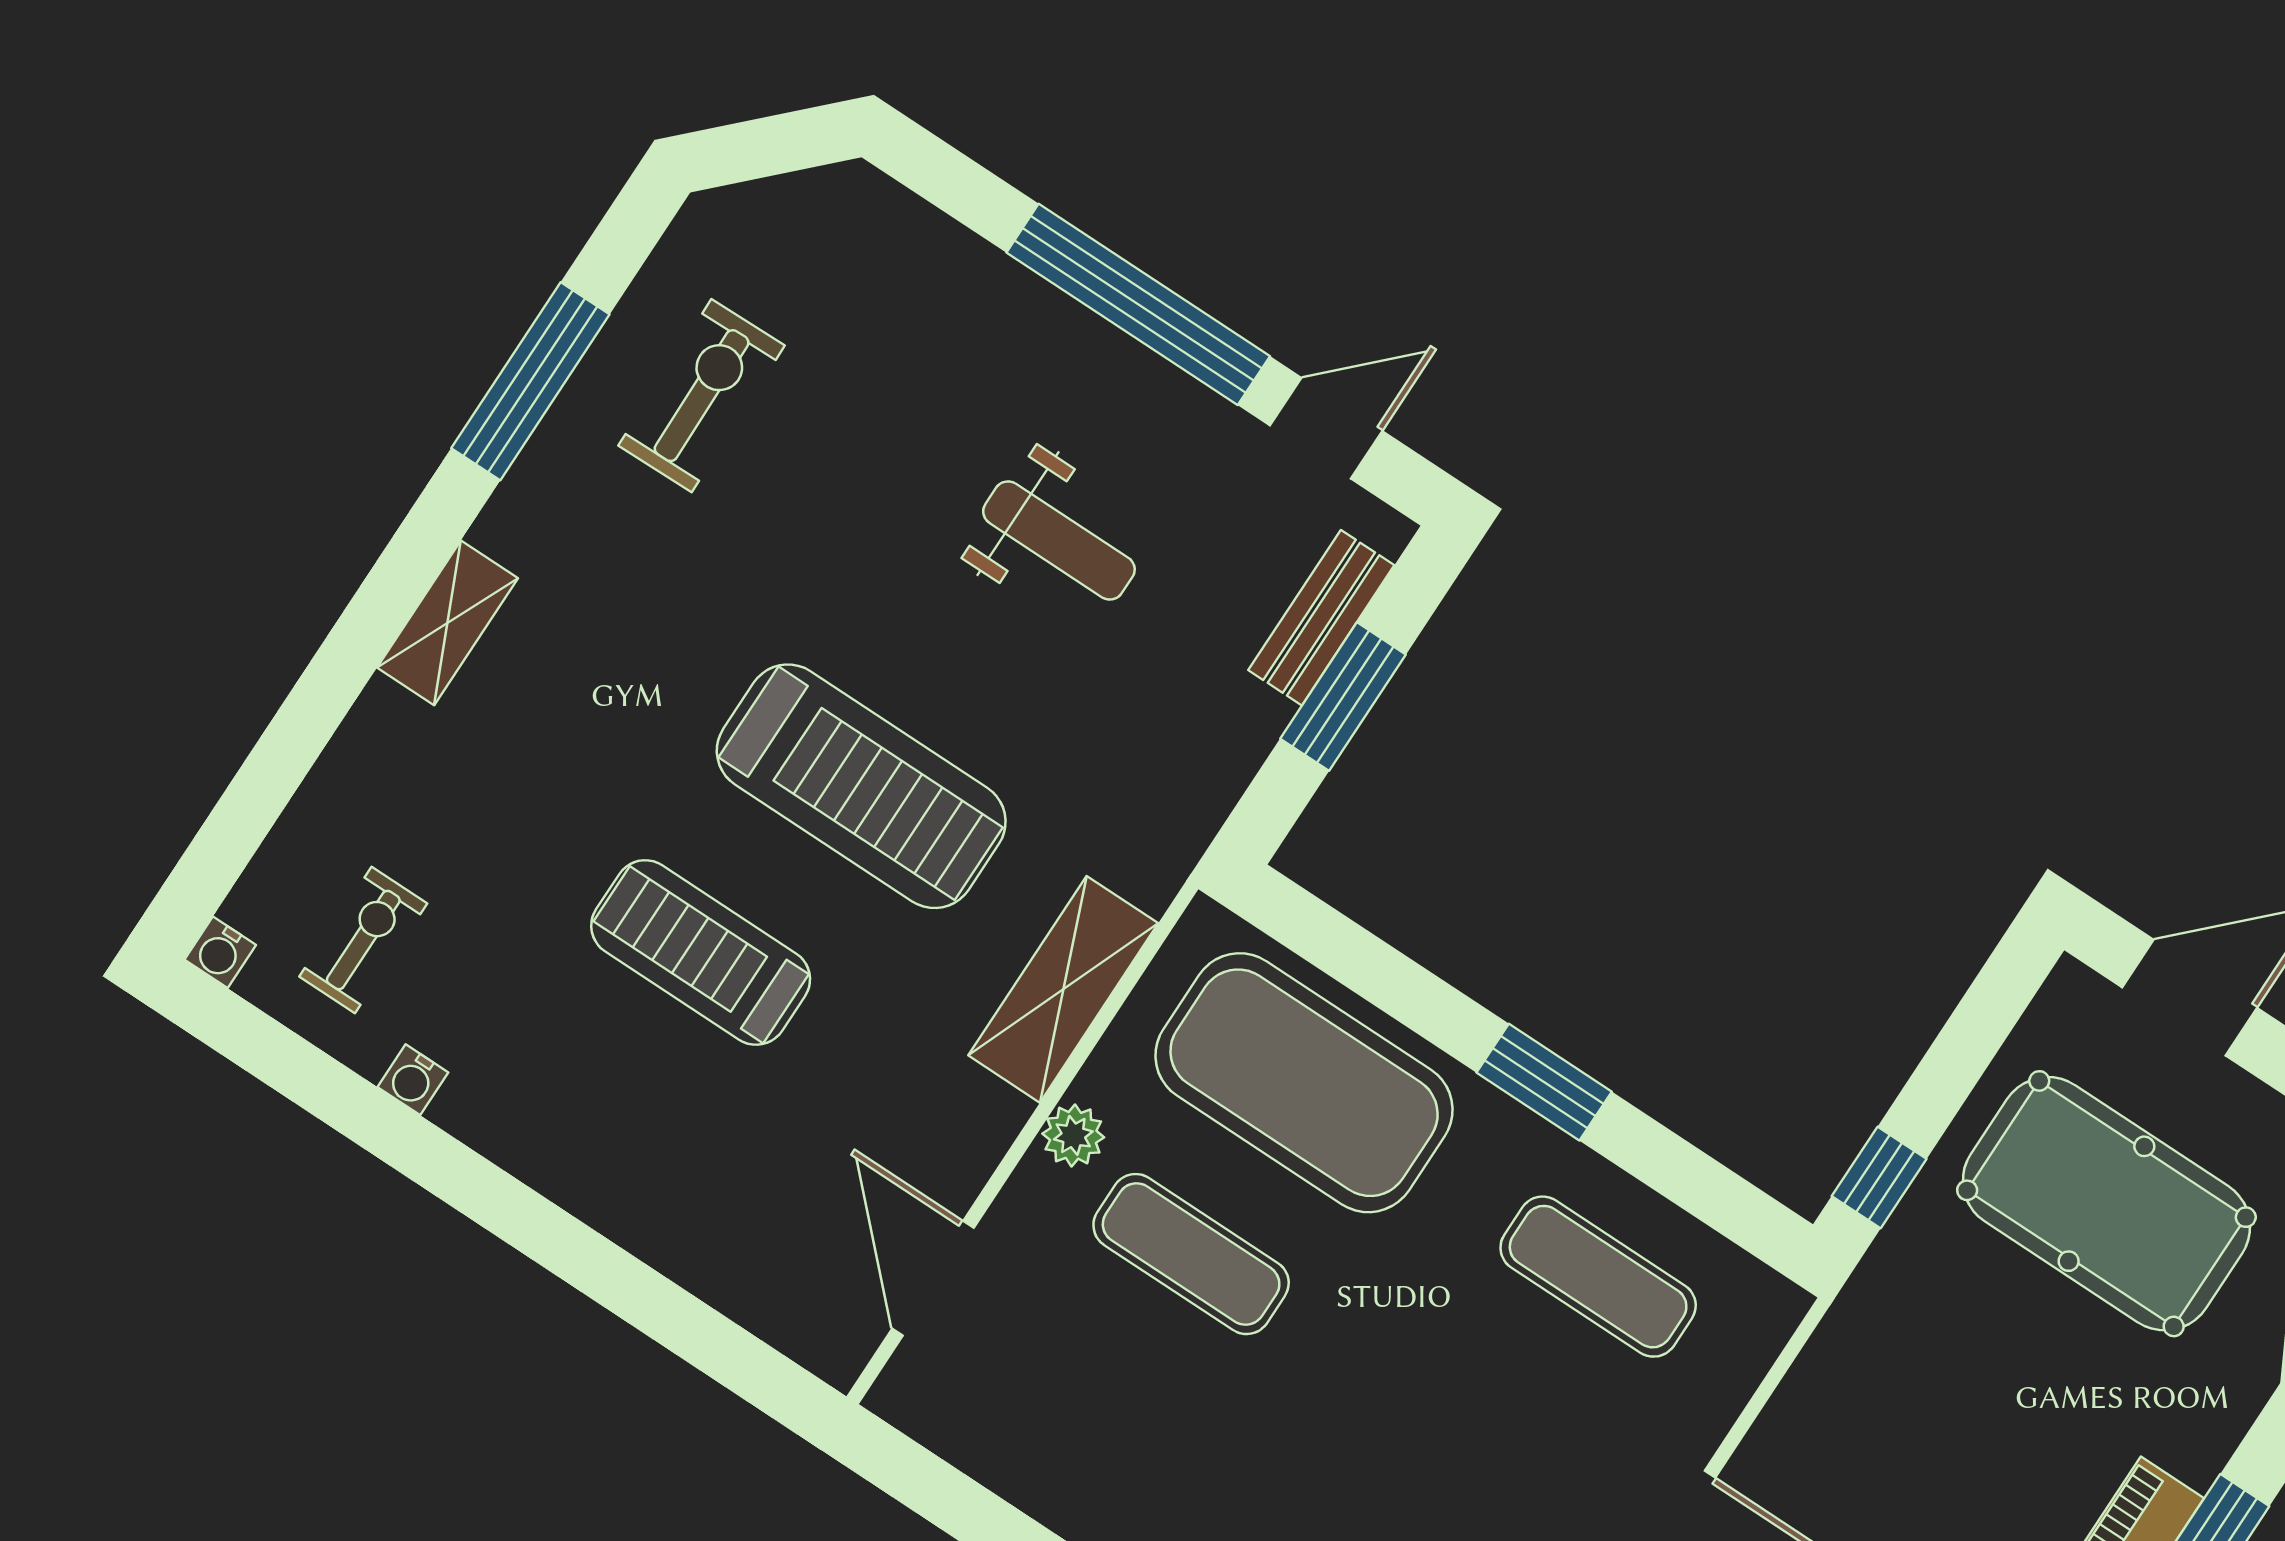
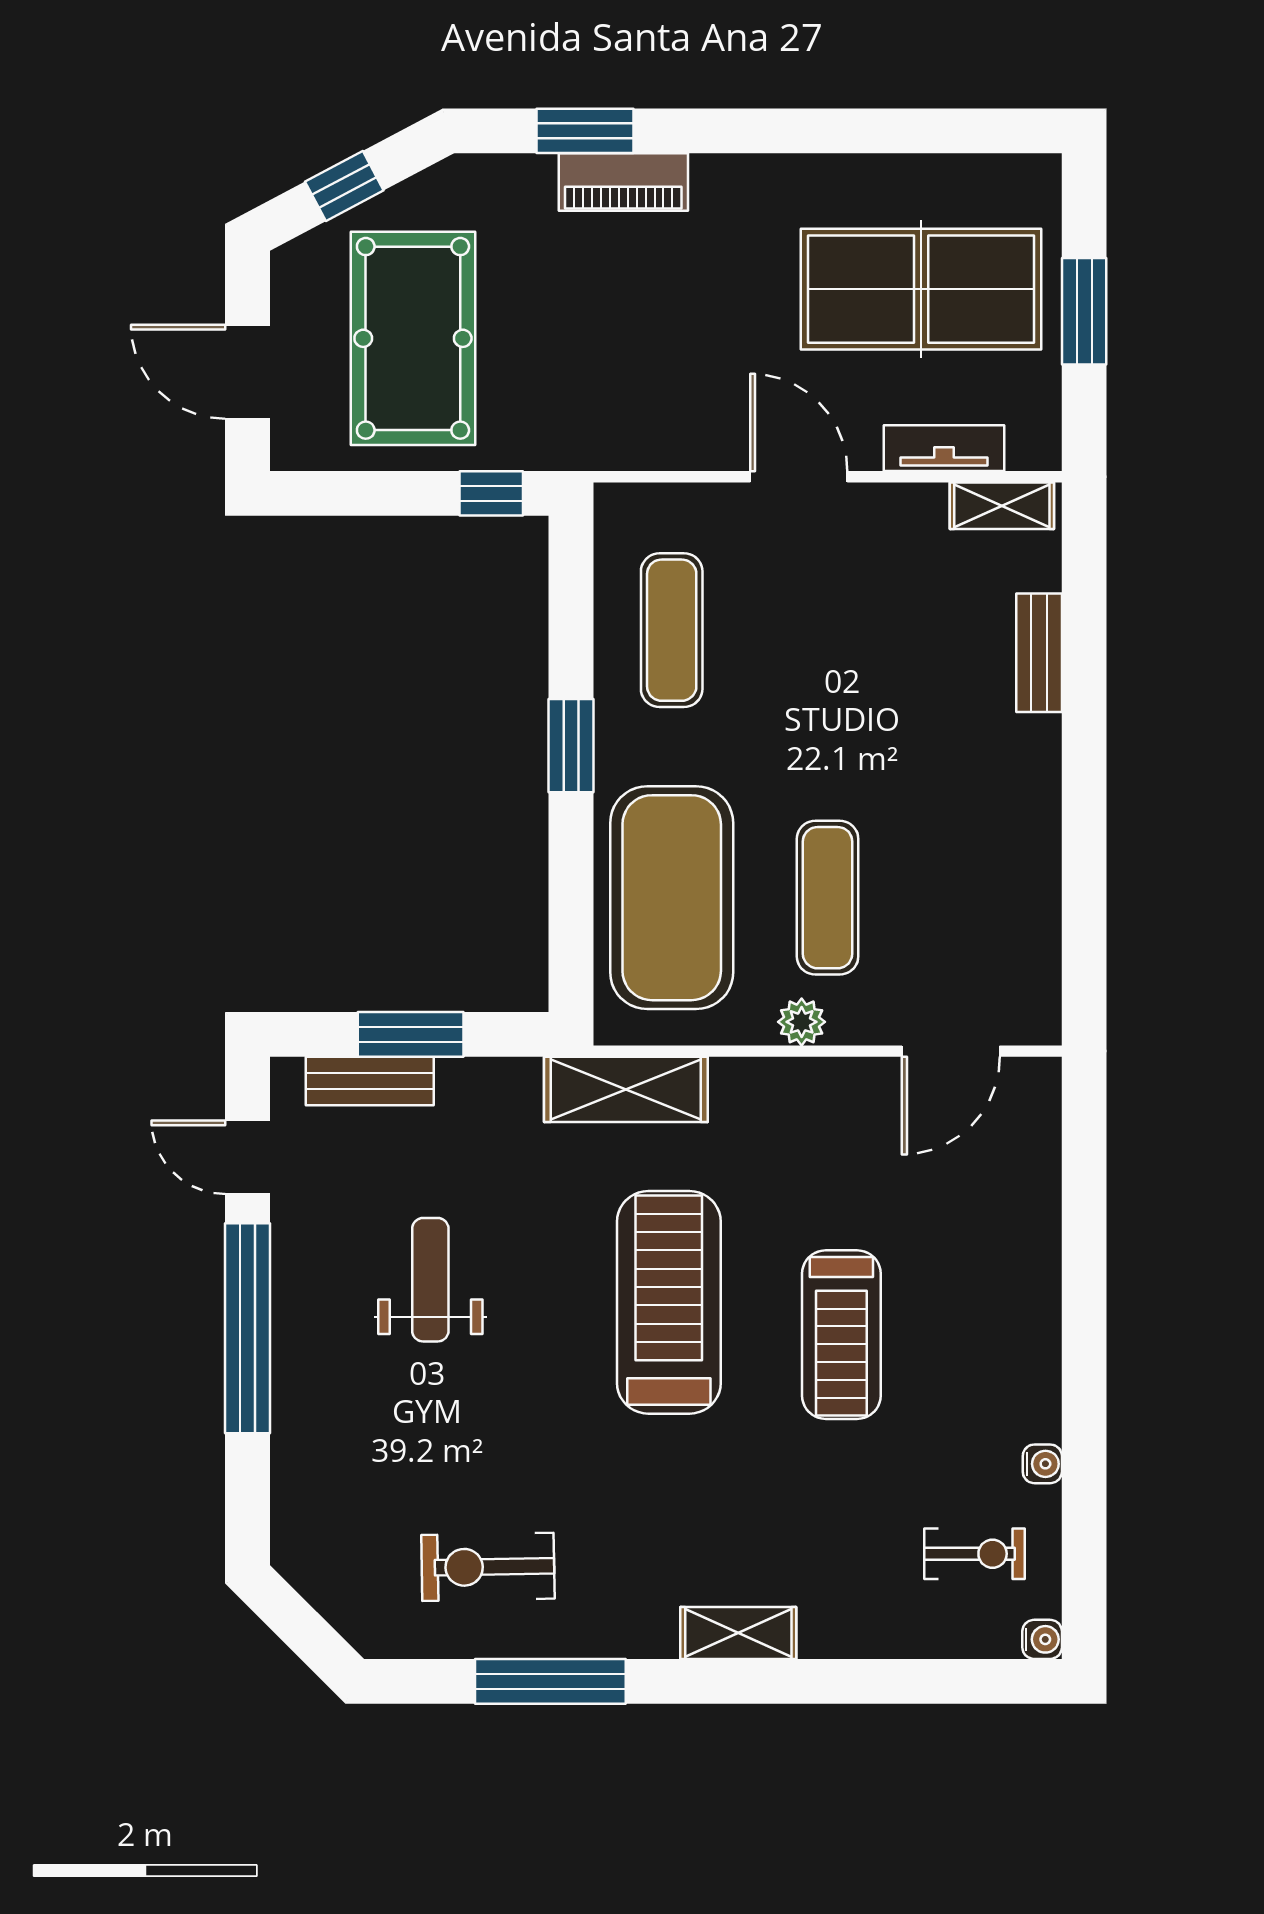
exercise bike: (363, 940) -> (975, 1554), turned 180
shelving: (1063, 989) -> (626, 1089), moved

